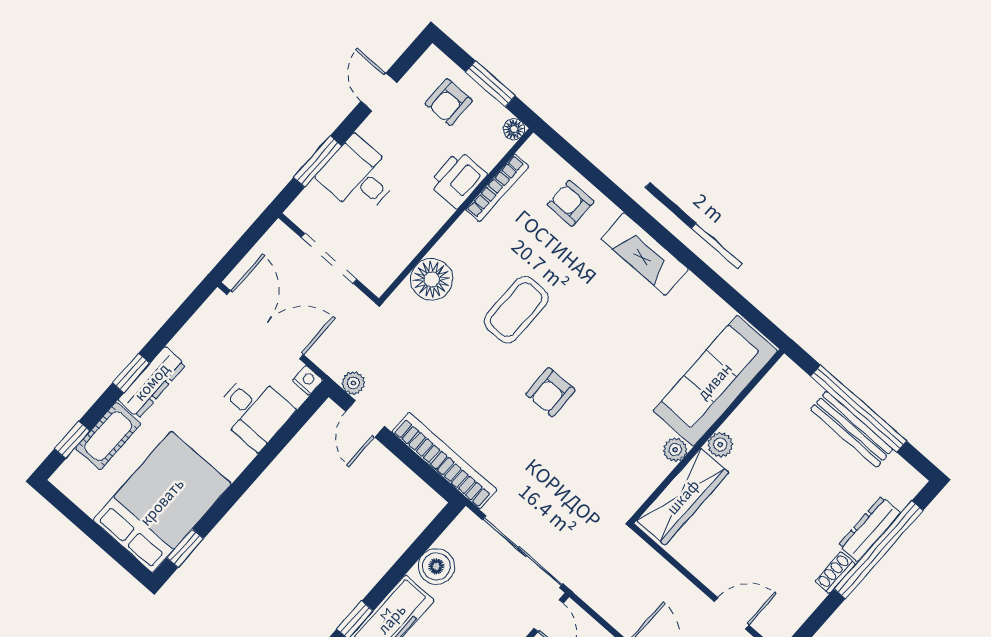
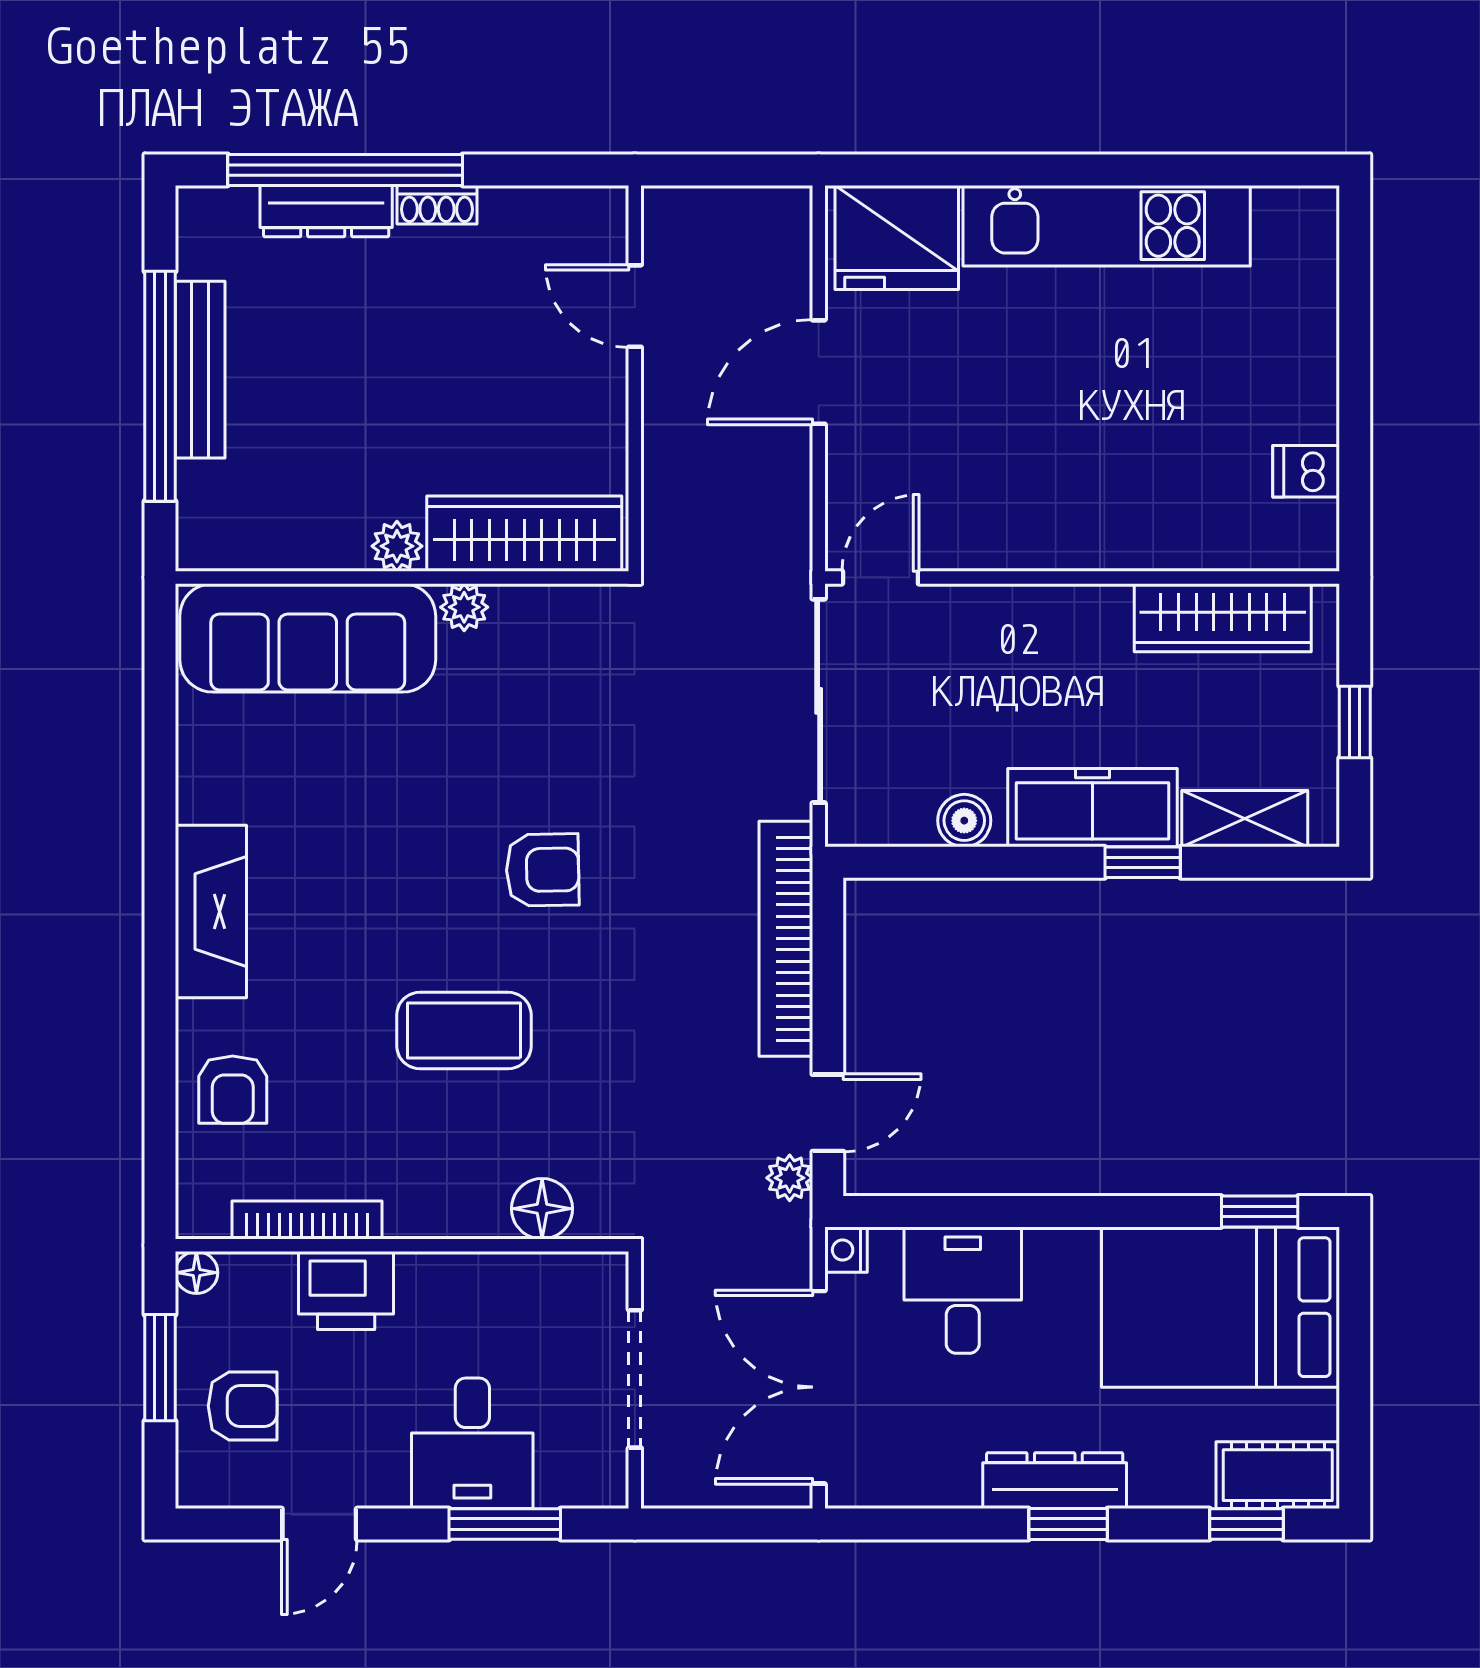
floor lamp: (432, 279) -> (542, 1209), width x0.73, depth x0.73
cot: (108, 436) -> (1278, 1475), moved
boiler: (436, 566) -> (964, 821), width x0.73, depth x0.73

